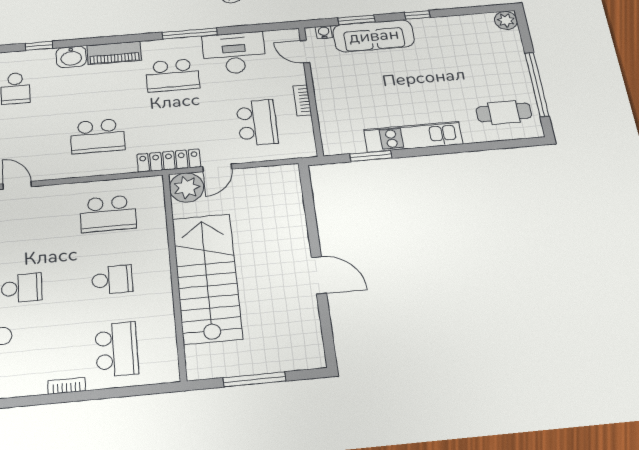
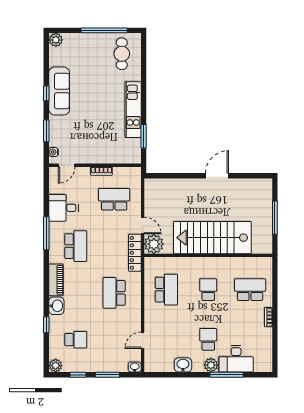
sofa: (374, 36) -> (59, 91), moved
desk: (234, 53) -> (63, 208), width x0.73
school desk: (98, 136) -> (114, 293), turned 180

